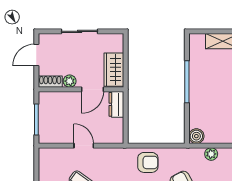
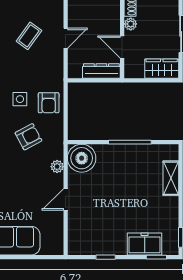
wardrobe: (114, 70) -> (162, 69), moved
dresser: (116, 104) -> (101, 71), width x1.44
boiler: (196, 136) -> (82, 158), width x1.86, depth x1.86

